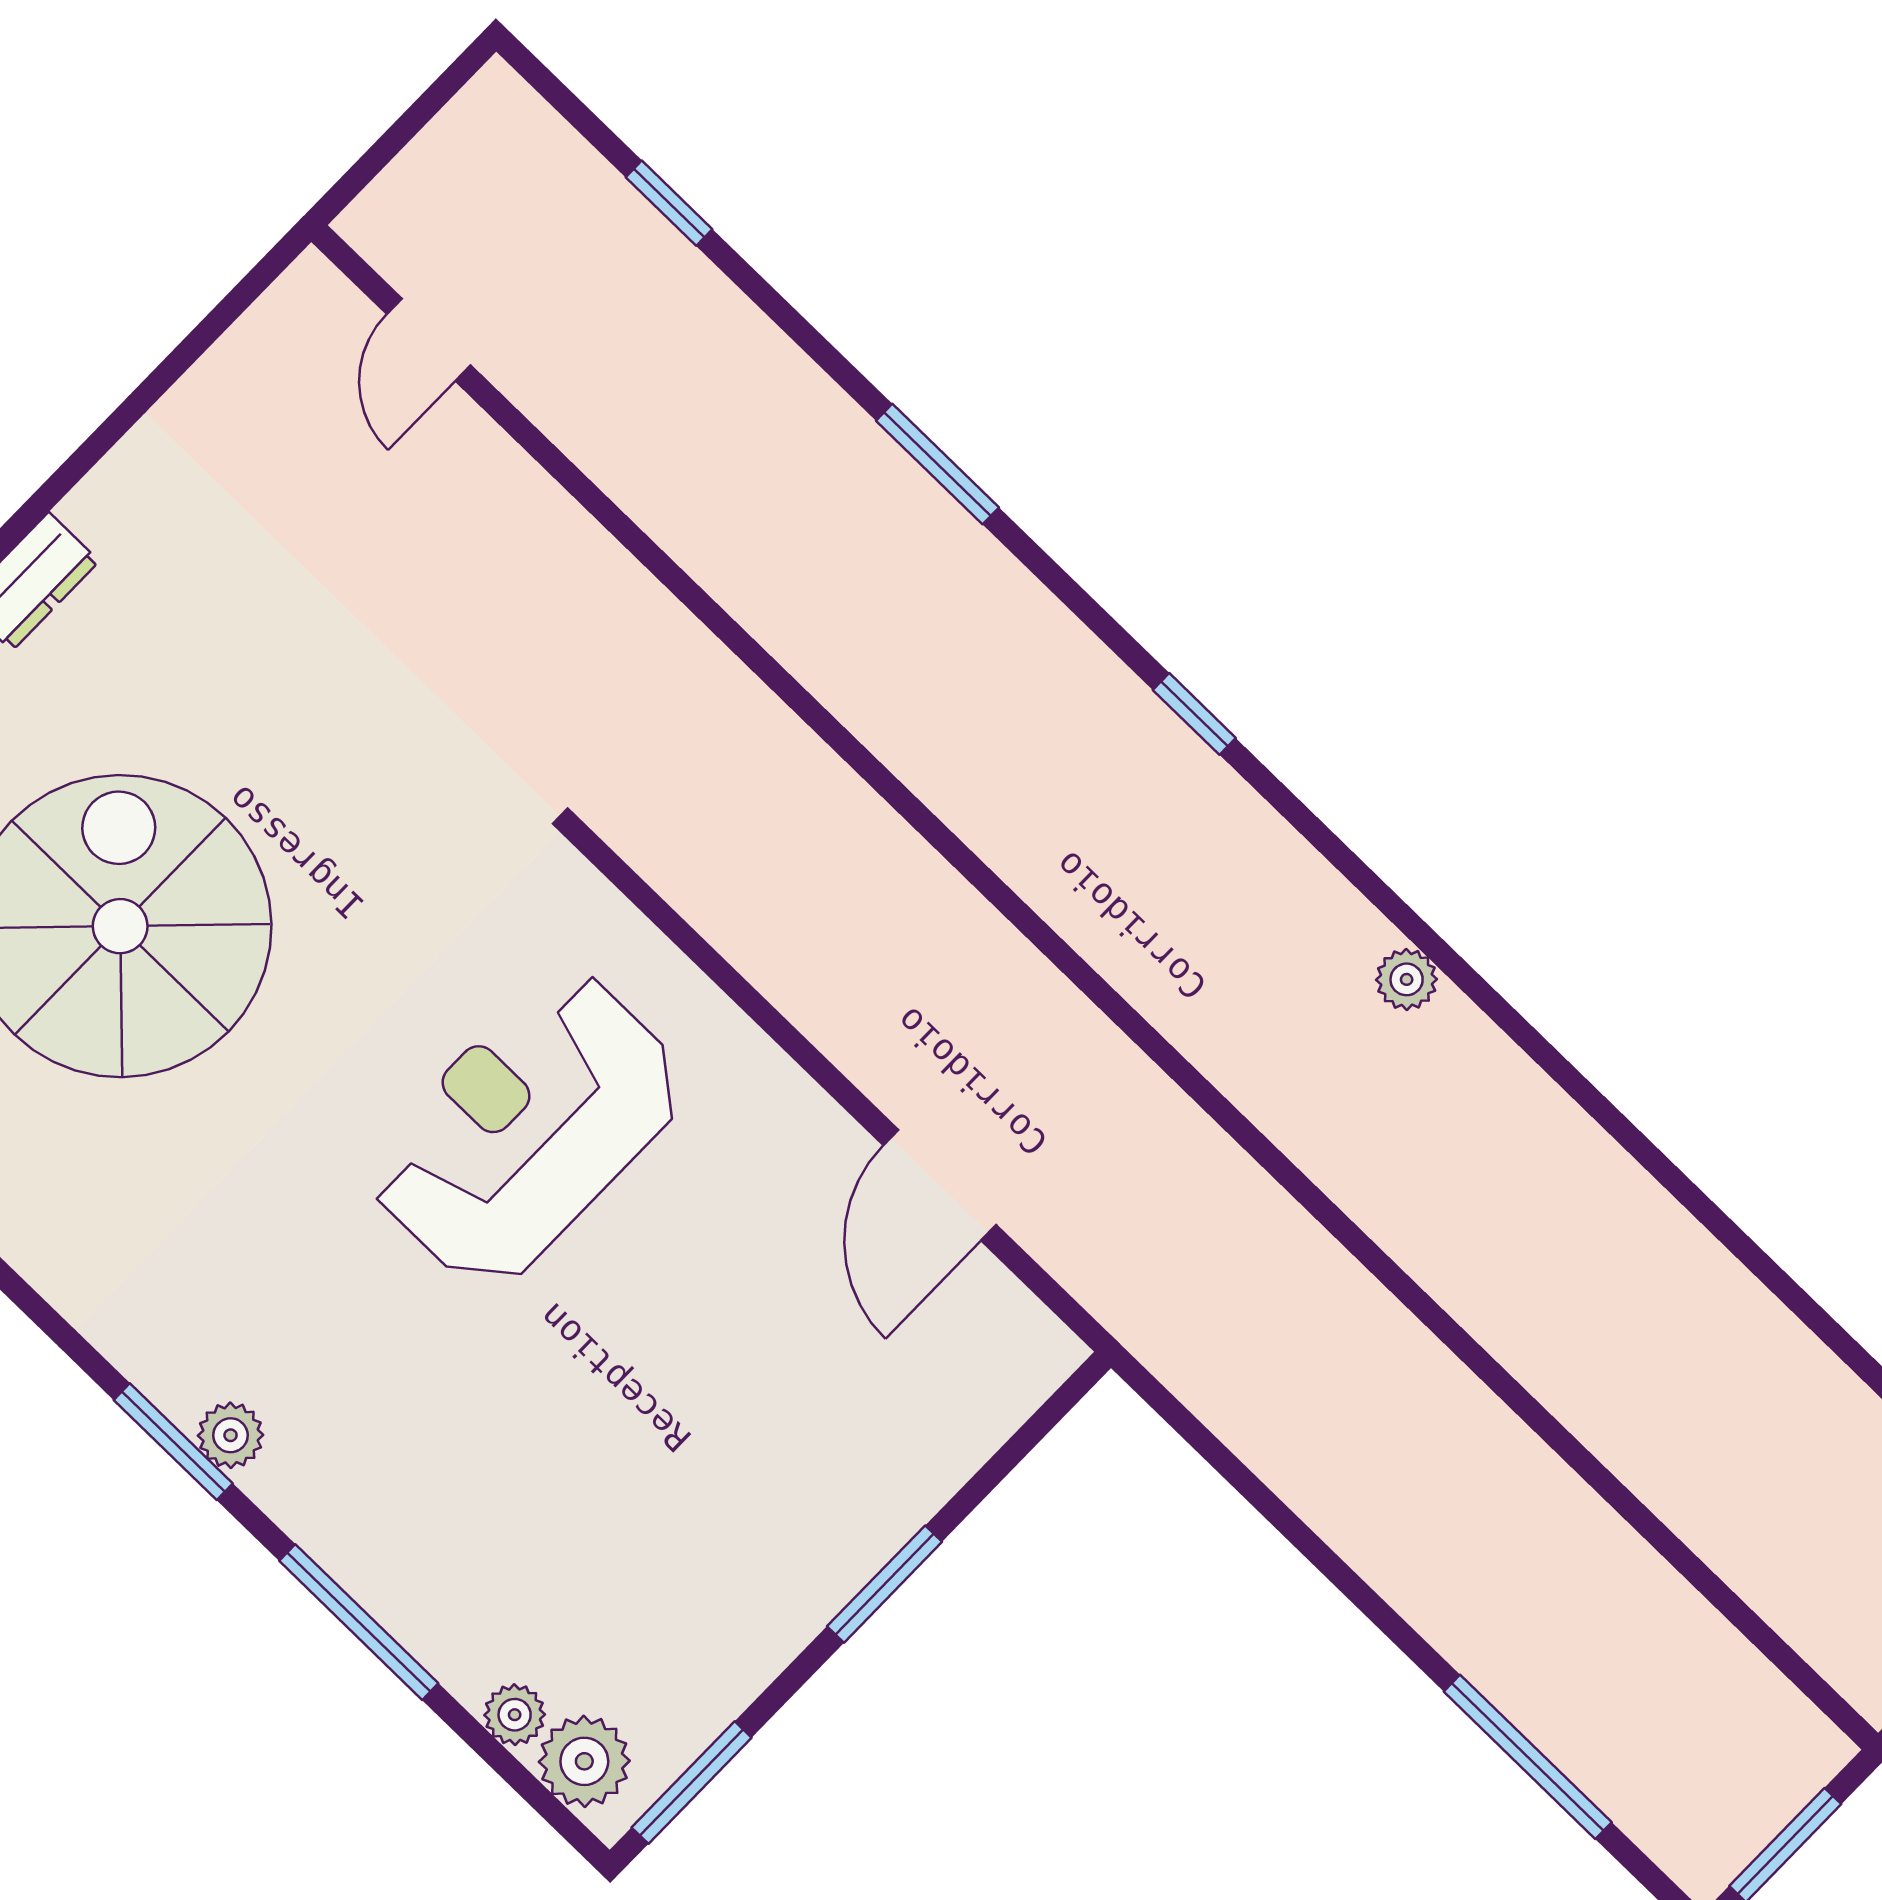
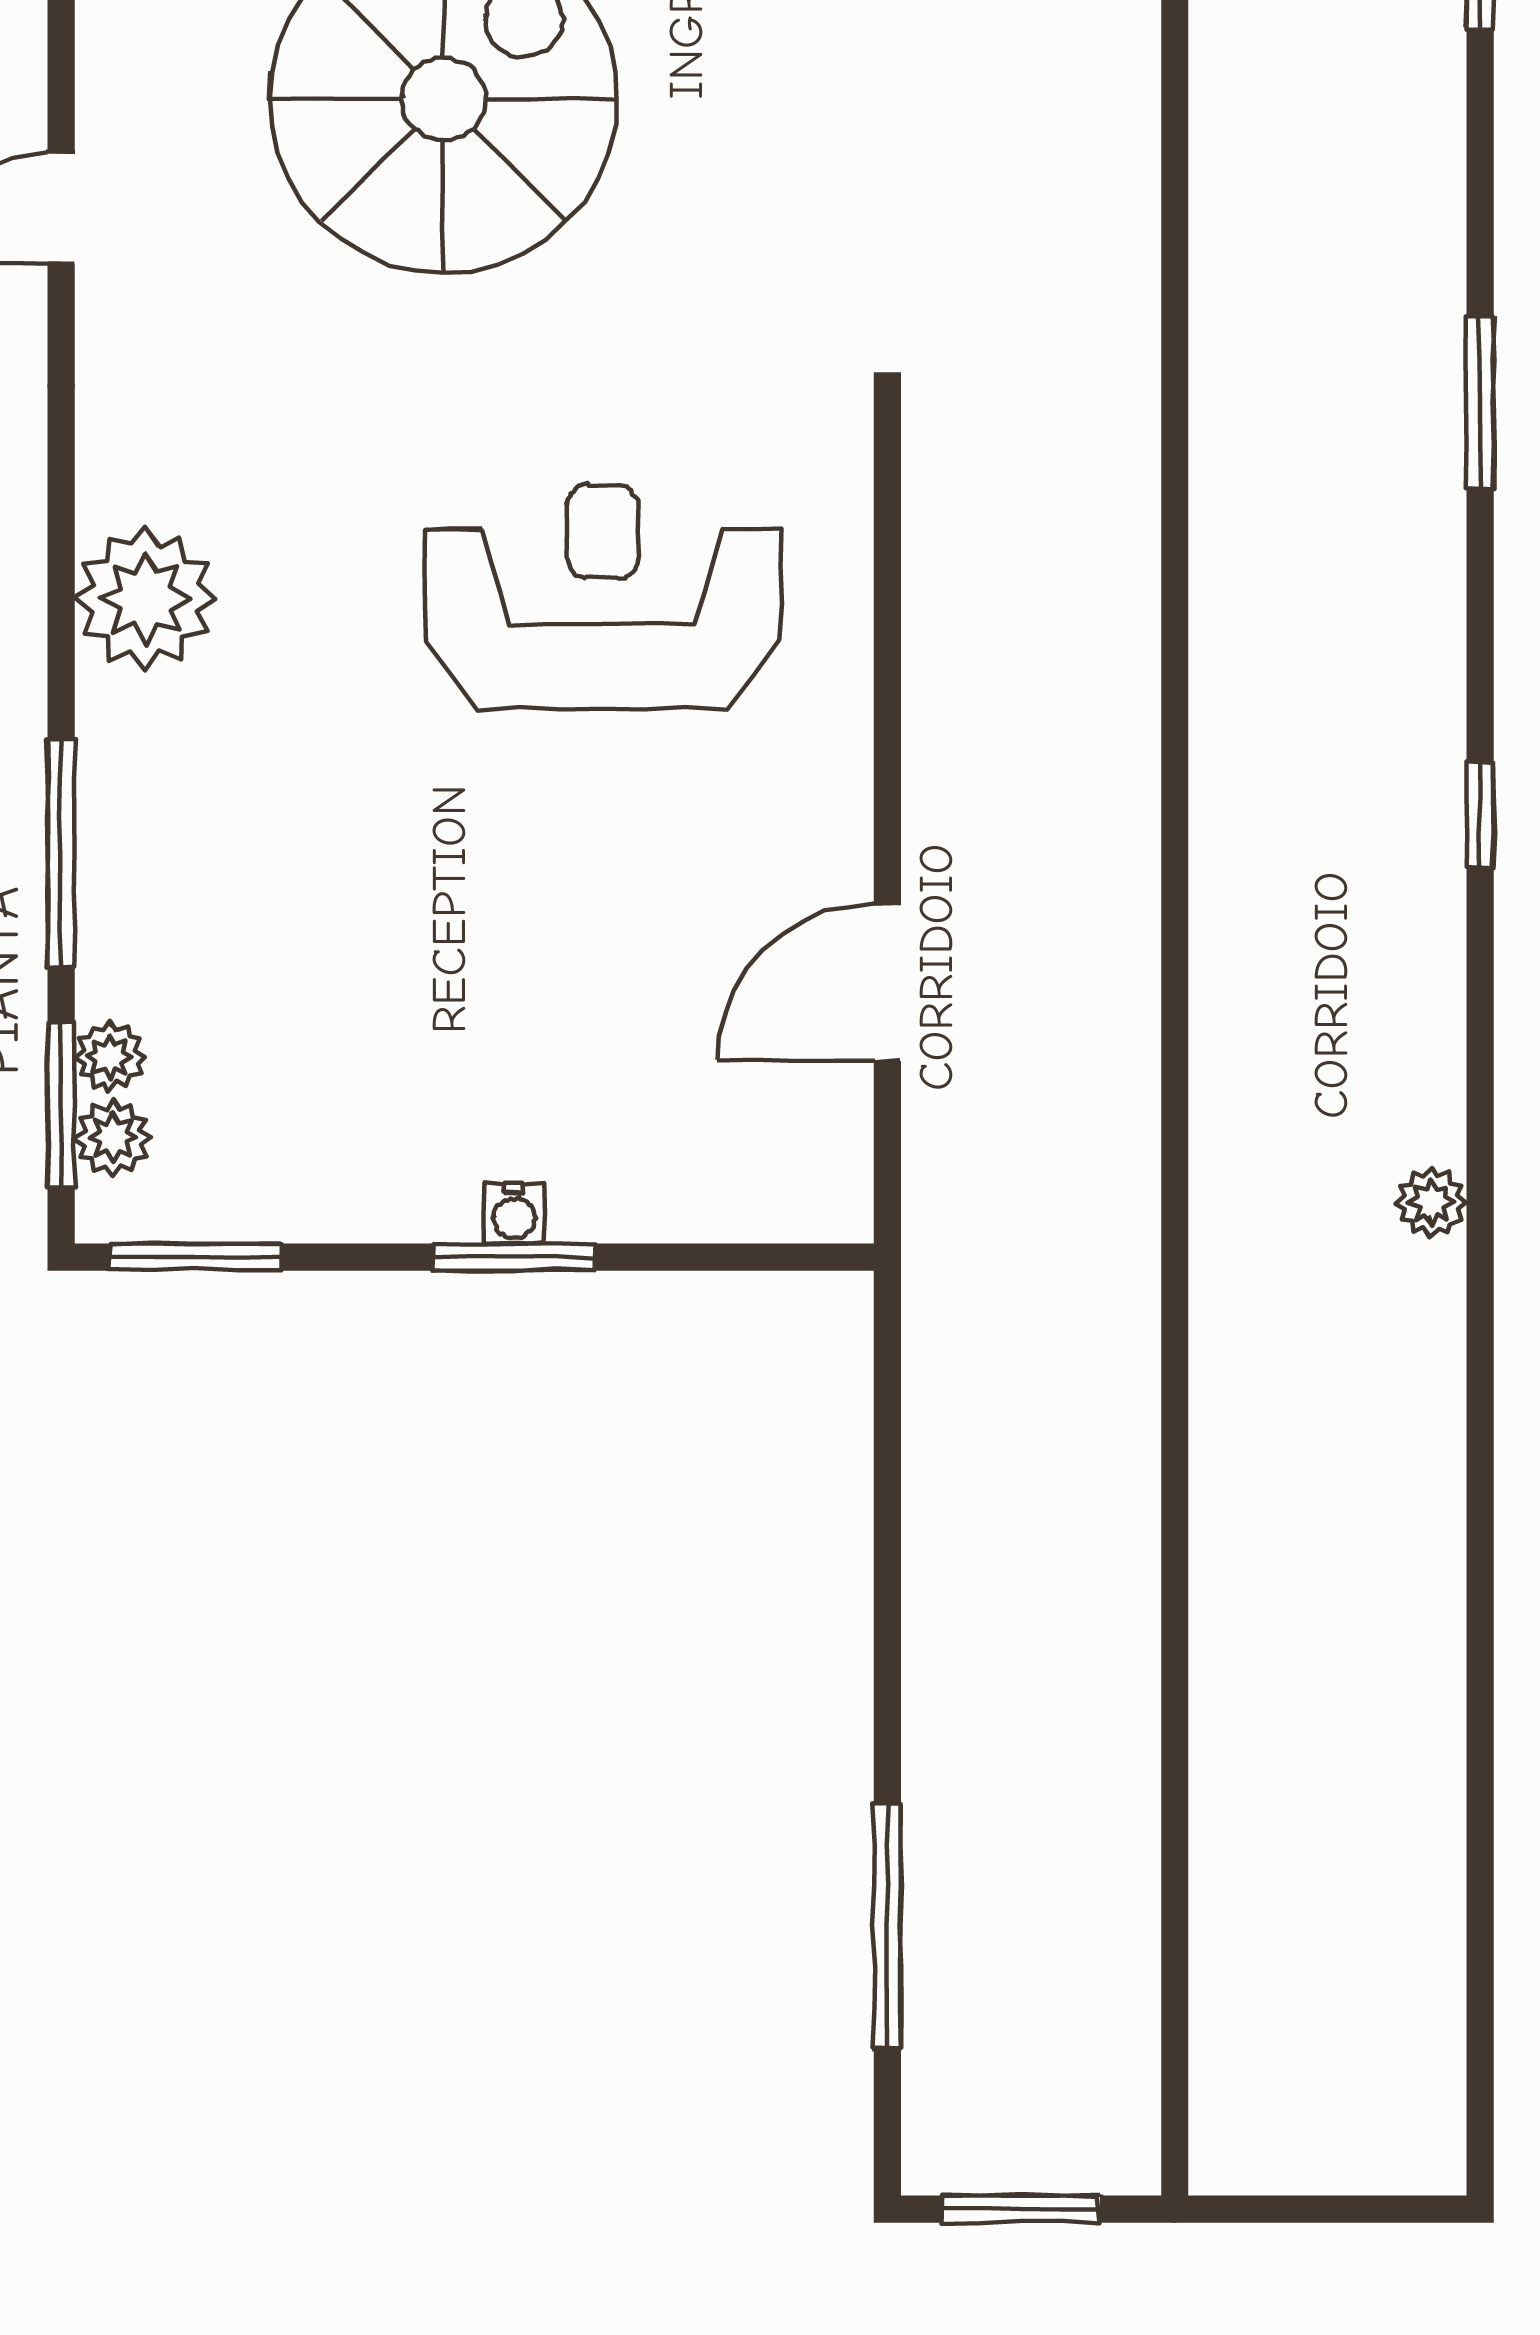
plant: (231, 1435) -> (145, 598), width x1.88, depth x1.88
window: (173, 1442) -> (61, 1105), moved
water cooler: (858, 1557) -> (514, 1213), added
plant: (584, 1761) -> (113, 1137), width x0.73, depth x0.73

